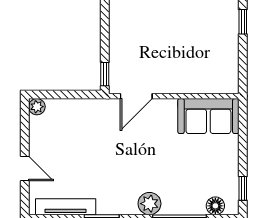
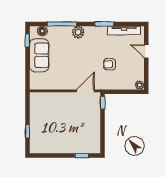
sofa: (208, 116) -> (39, 55), moved, turned 90
armchair: (92, 145) -> (110, 64), added

